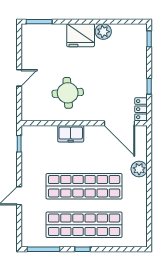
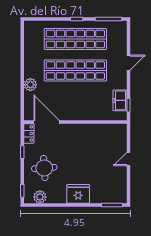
plant: (103, 32) -> (40, 197), moved
round table: (68, 93) -> (44, 168), moved
freezer: (71, 134) -> (120, 100), moved, turned -90

